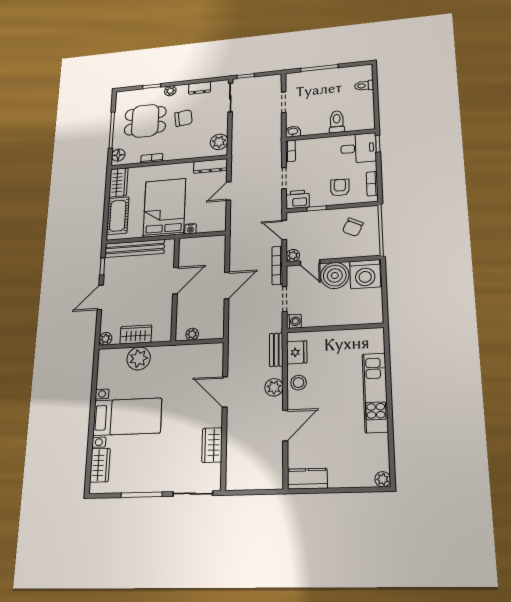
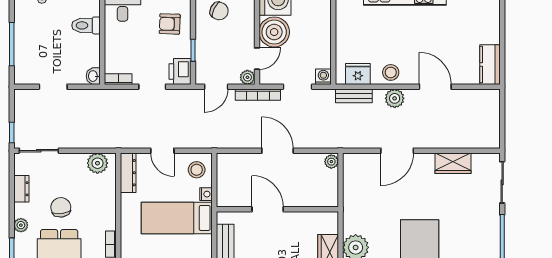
bed: (164, 208) -> (177, 218), width x0.67
stool: (212, 220) -> (197, 170), added
plant: (192, 334) -> (331, 162), moved

